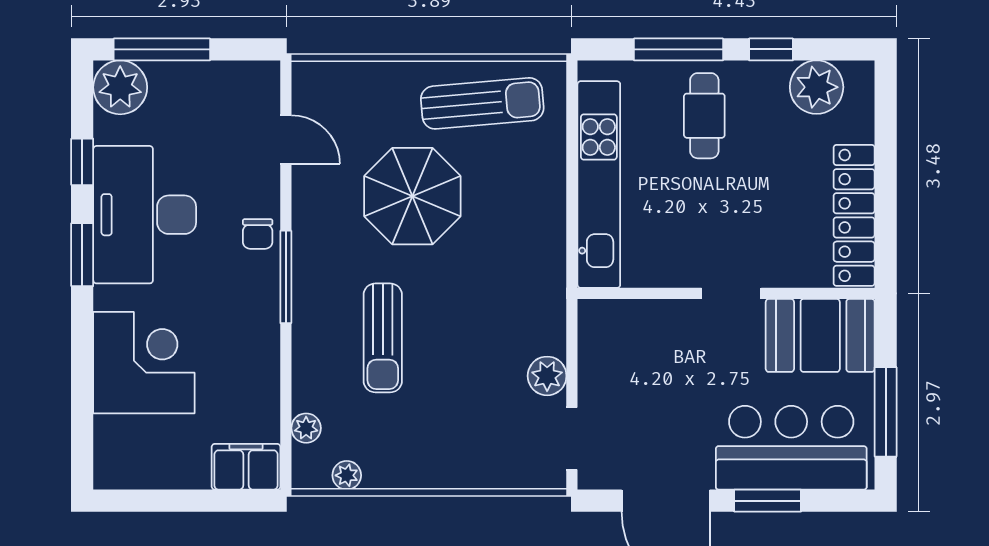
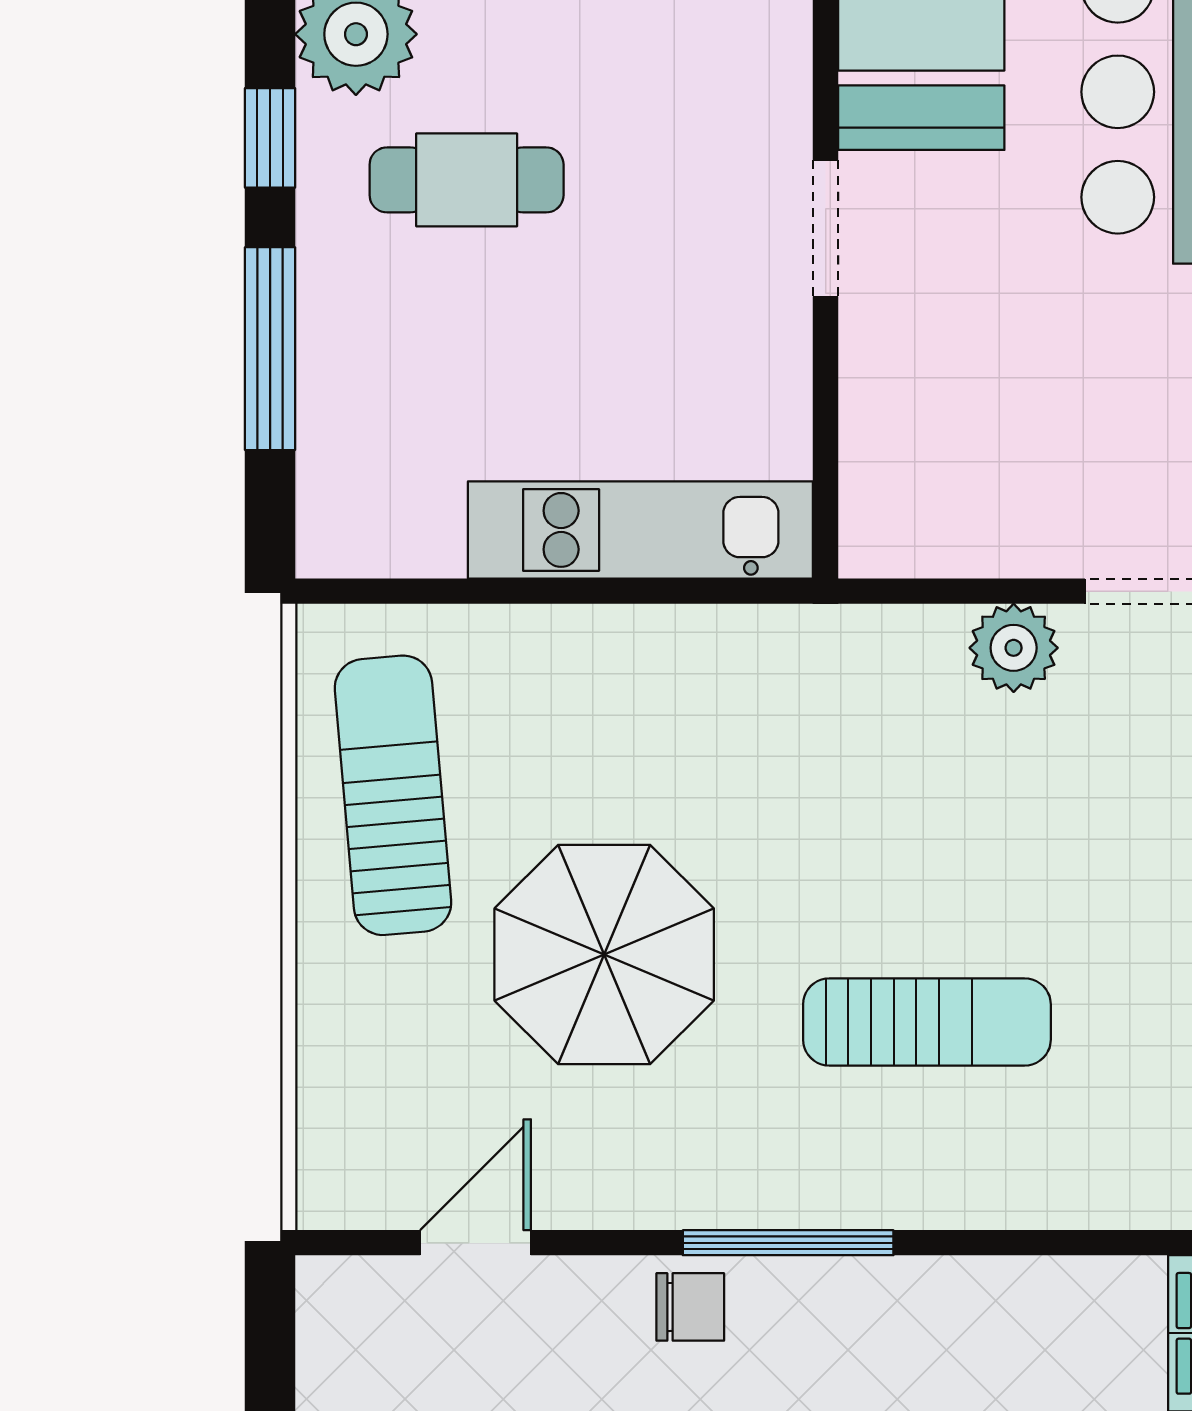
cafe table: (704, 116) -> (467, 180), moved
kitchen unit: (599, 185) -> (640, 530), width x0.73
plant: (306, 428) -> (1132, 1197), removed

